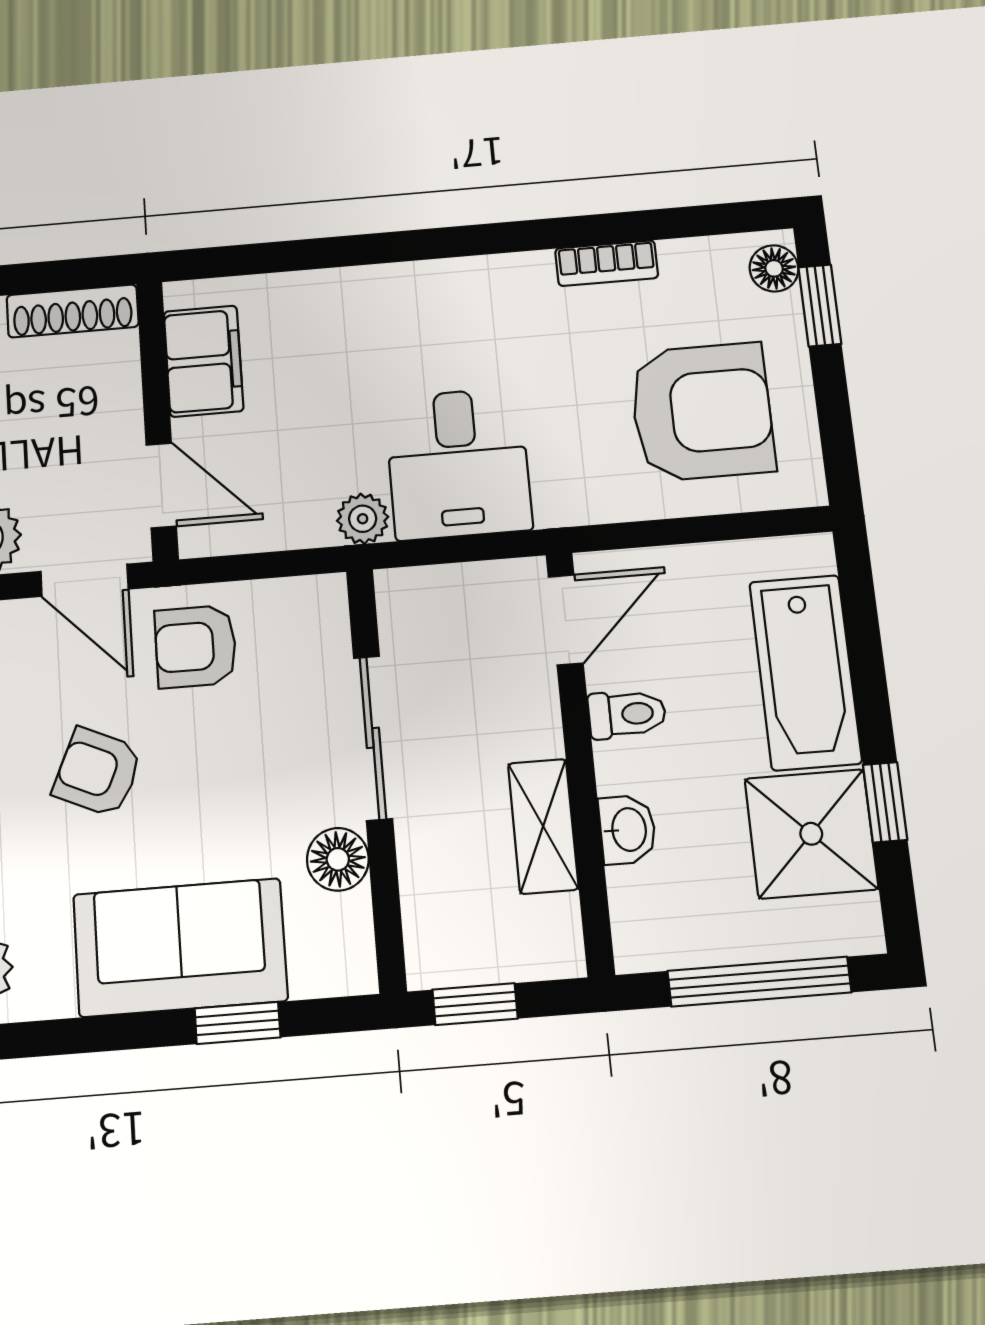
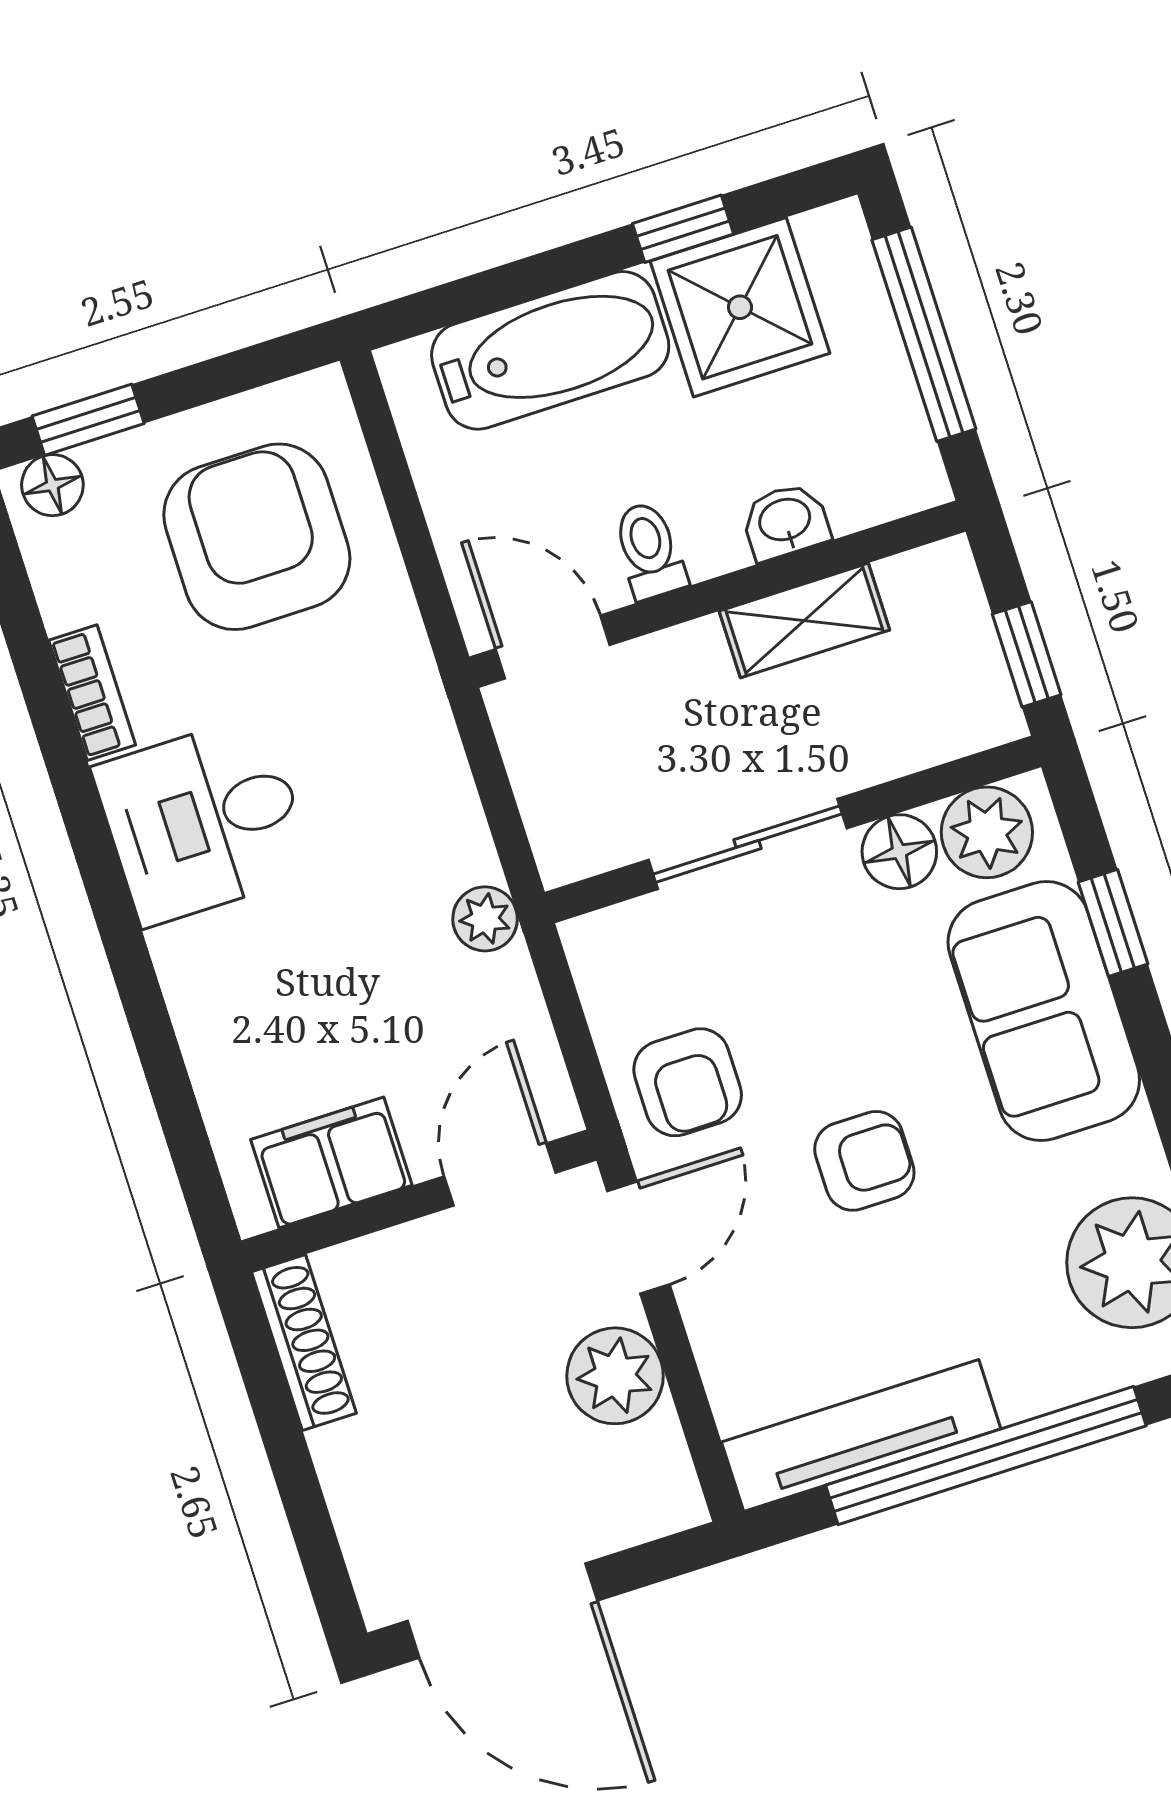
desk: (458, 463) -> (203, 820), moved, turned 180
armchair: (98, 772) -> (864, 1161), turned -114
plant: (337, 935) -> (987, 832), added

